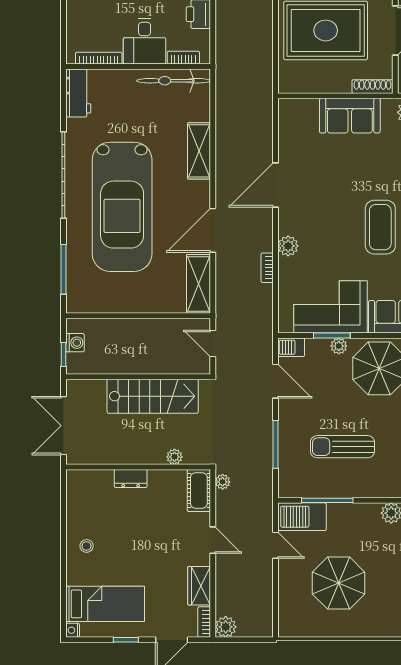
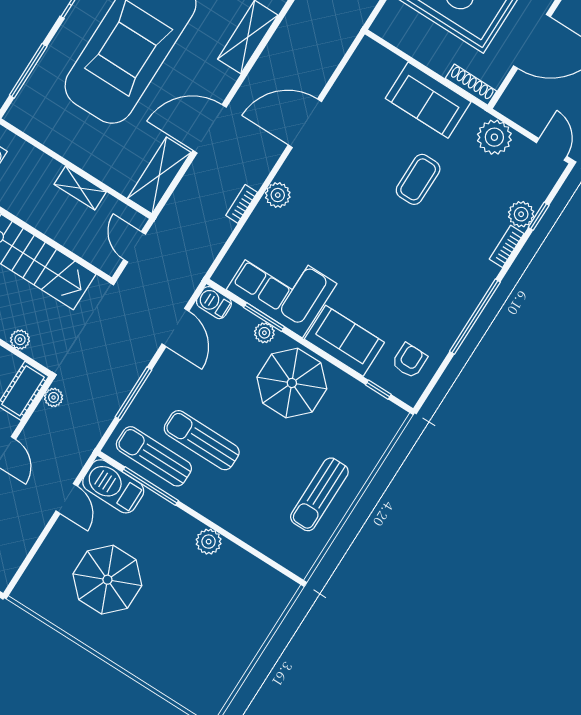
coffee table: (380, 227) -> (418, 179), moved, width x0.73, depth x0.76
shelving: (150, 327) -> (80, 188), added
sun lounger: (317, 479) -> (154, 456), added

